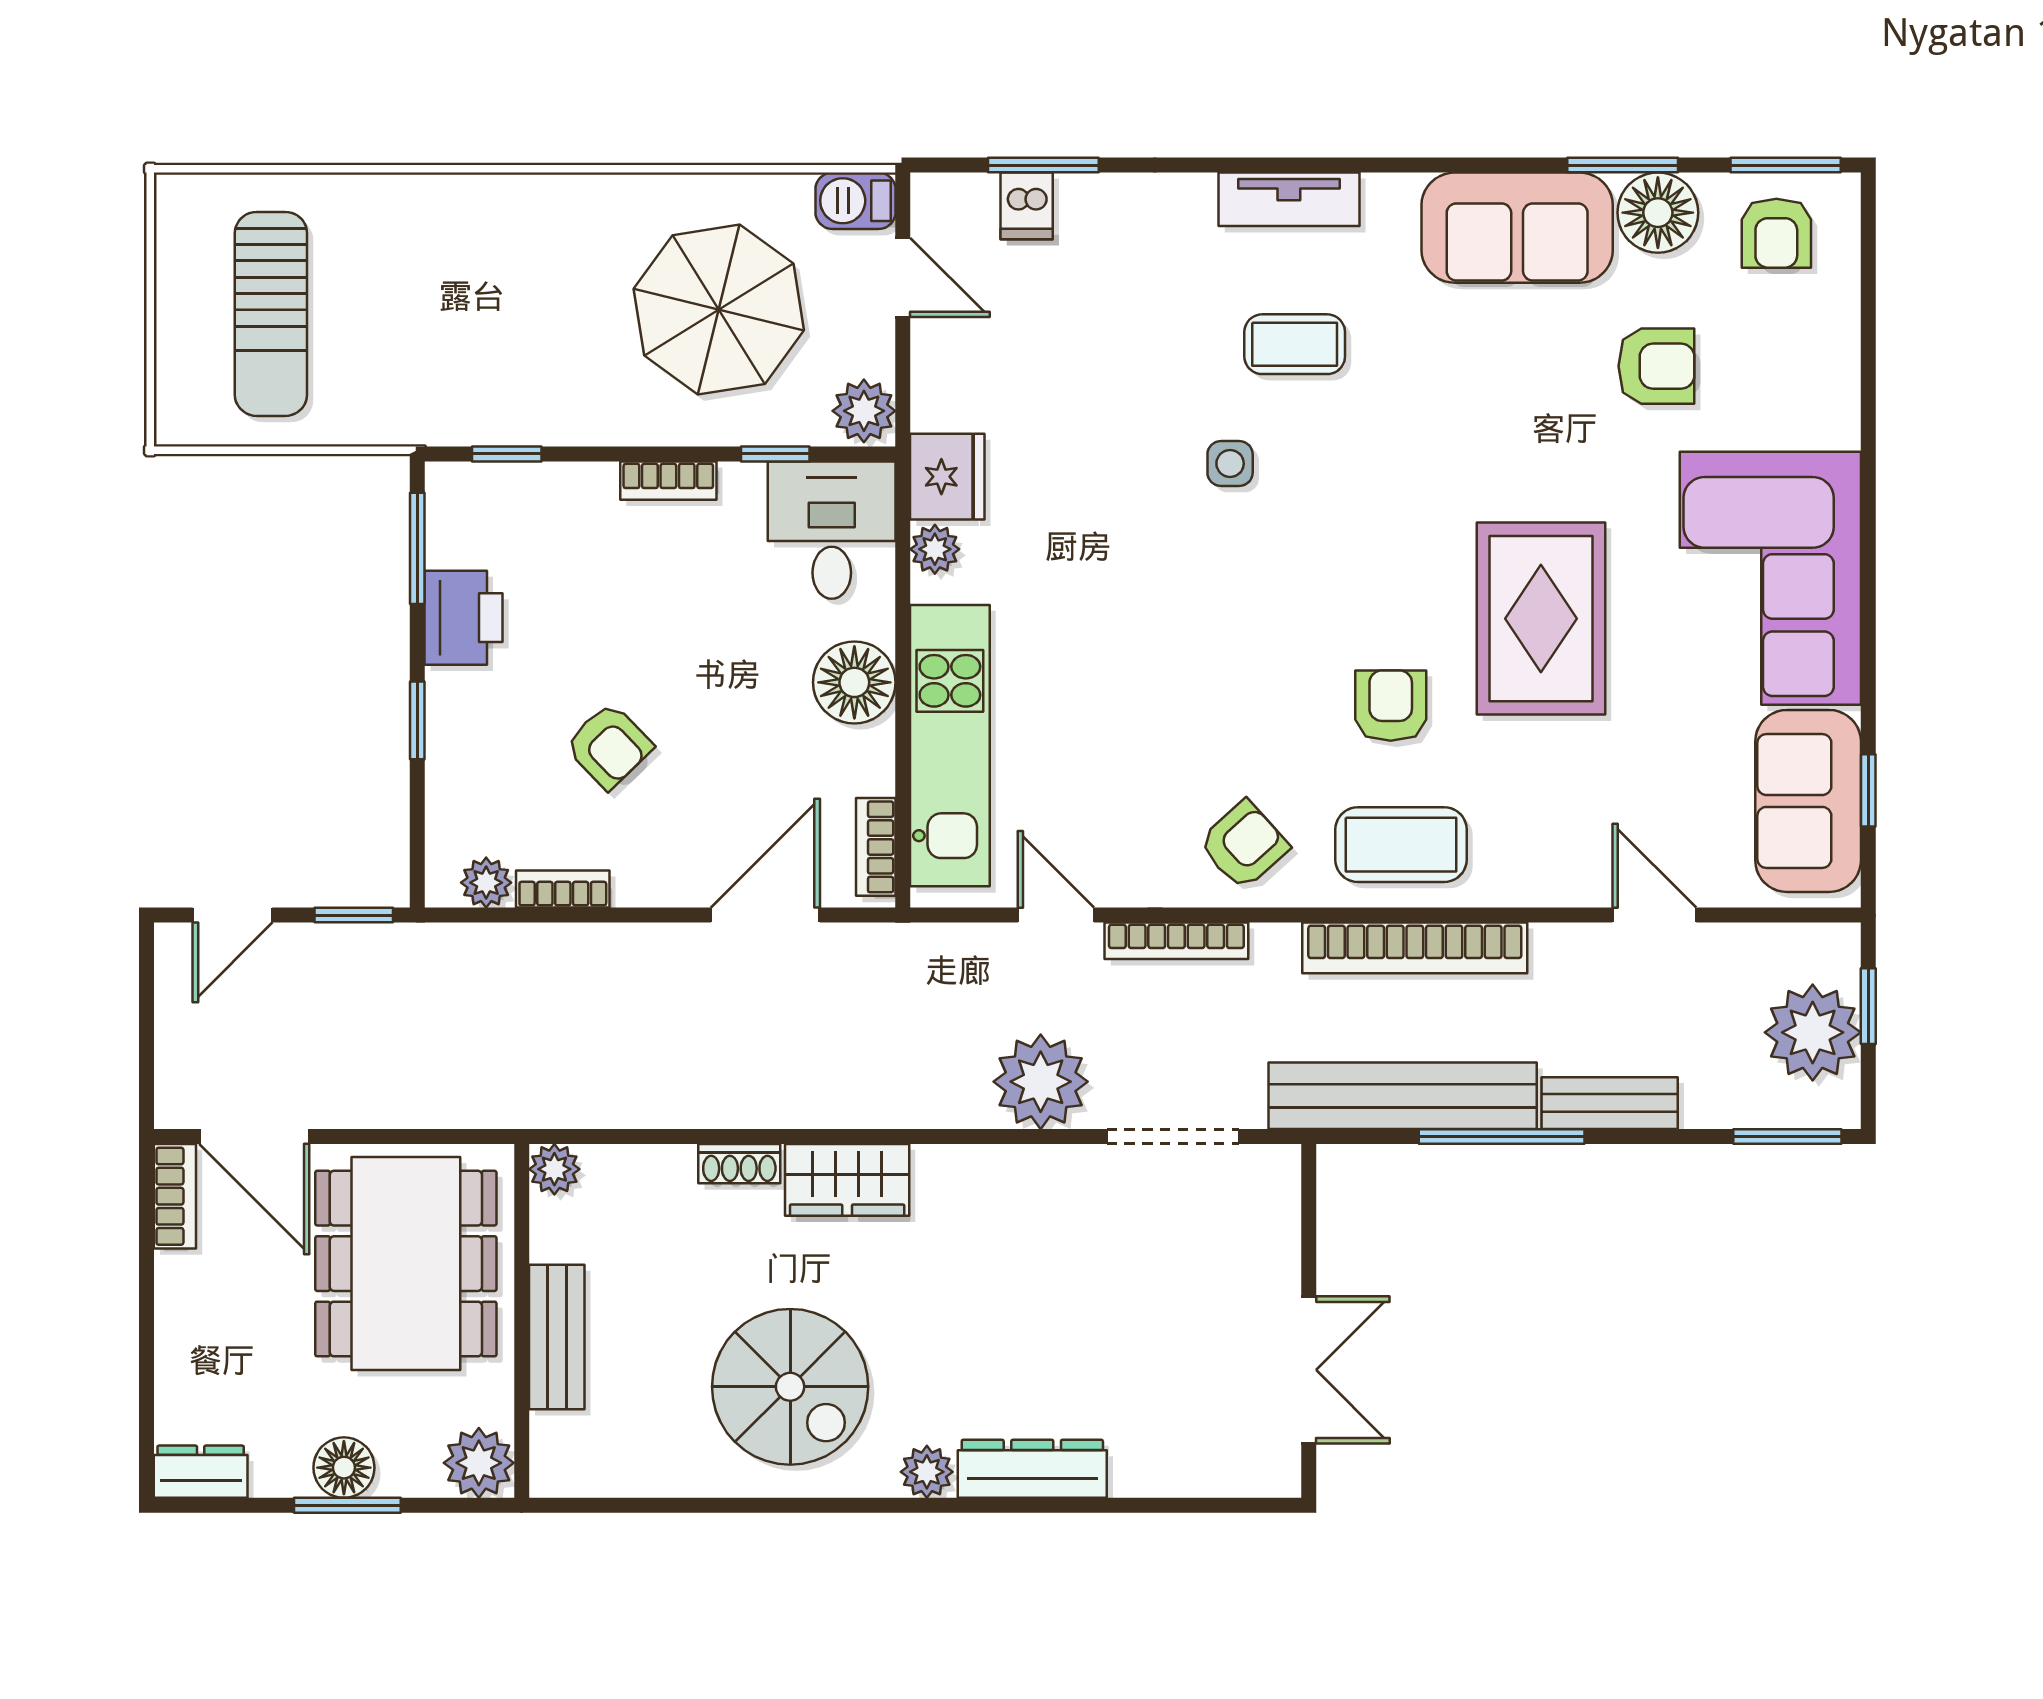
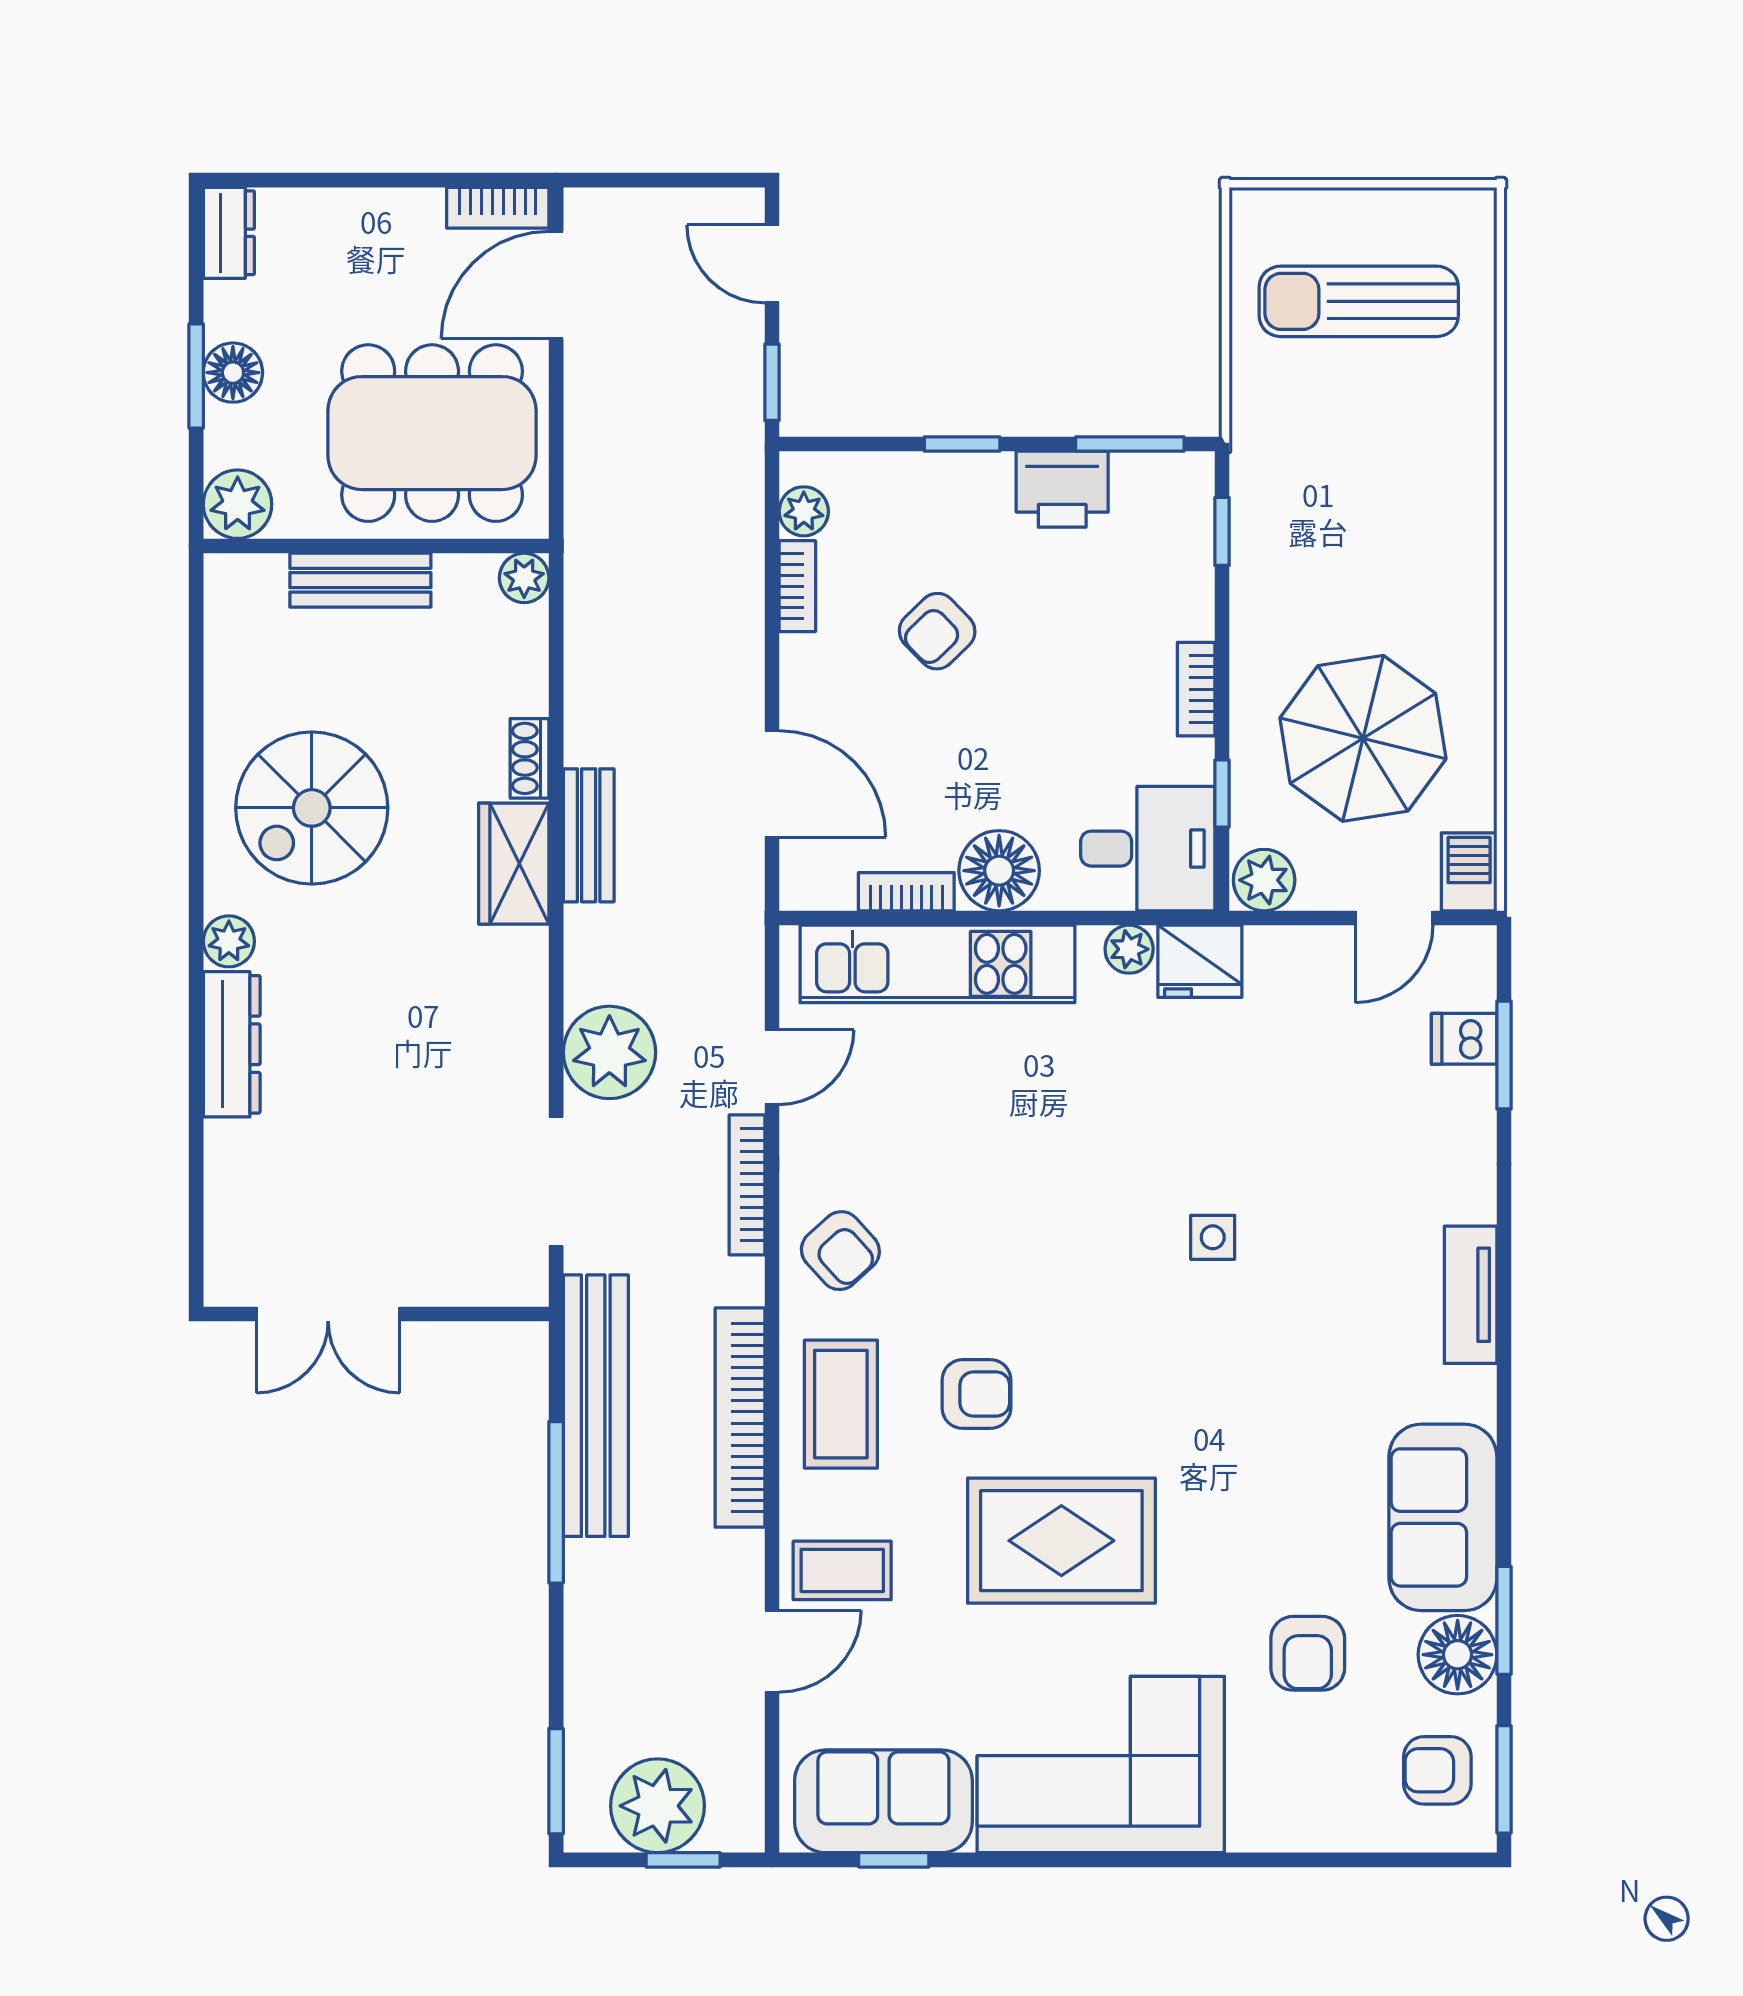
coffee table: (1295, 344) -> (842, 1570), moved, turned 90
bookcase: (876, 847) -> (906, 892), moved
bench: (1610, 1103) -> (589, 835), moved

